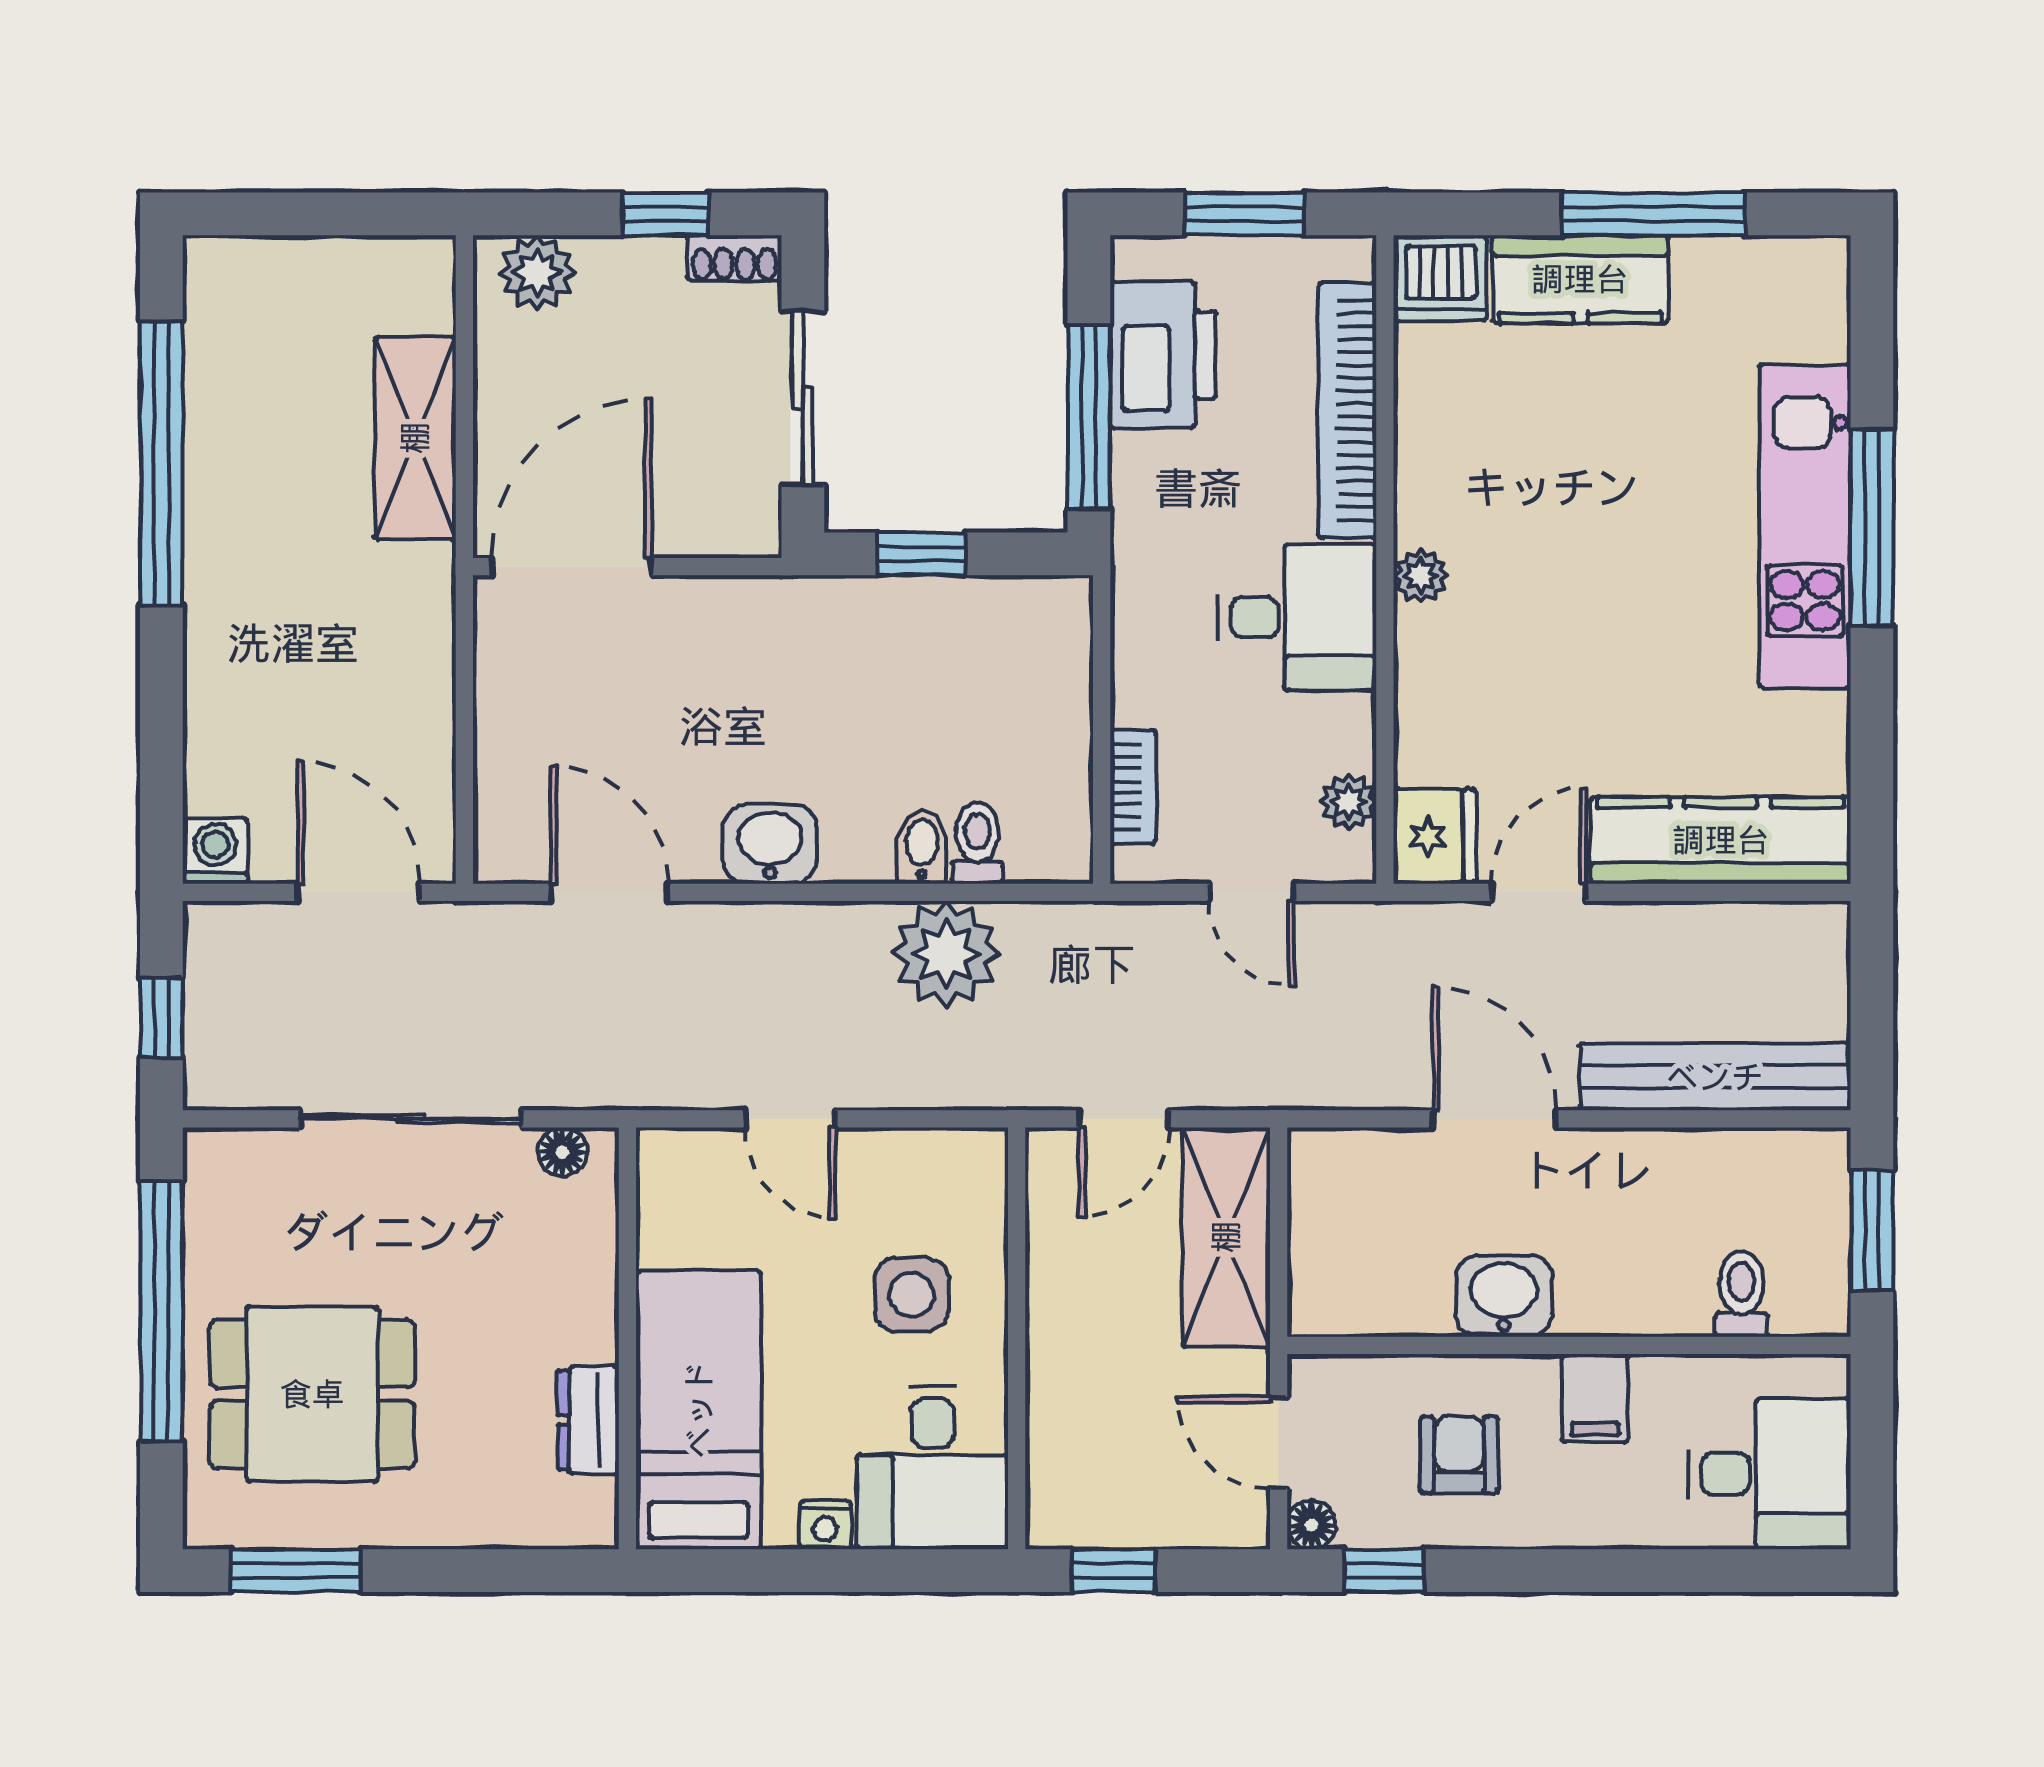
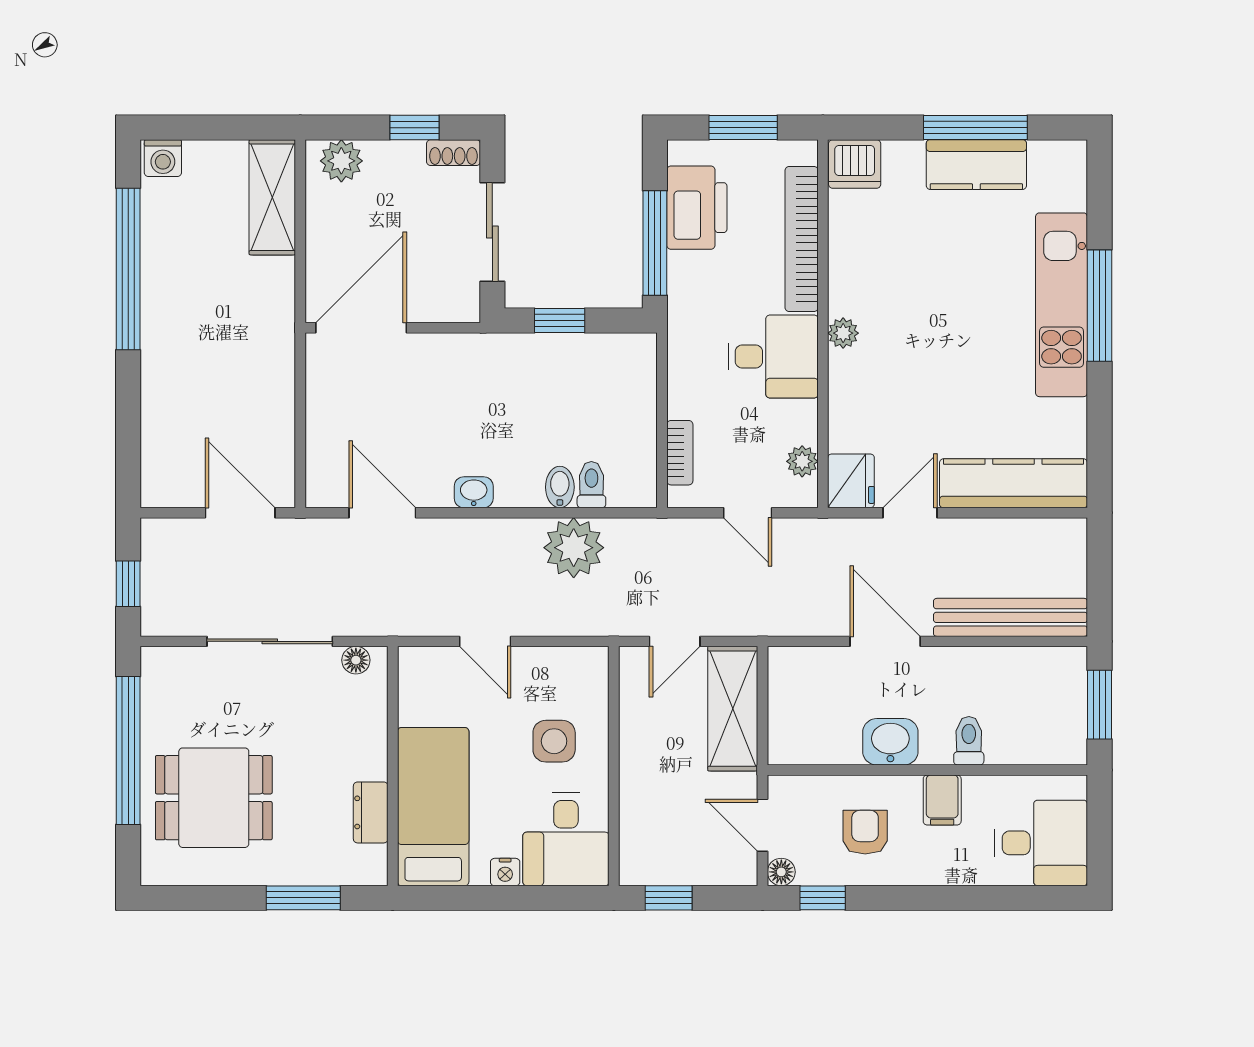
kitchen counter: (1580, 279) -> (976, 165), moved
shelving: (415, 438) -> (272, 197), moved
washbasin: (770, 844) -> (474, 492), width x0.72, depth x0.69
washing machine: (215, 851) -> (163, 158), moved, turned 180
toilet: (1741, 1294) -> (969, 741), moved
window: (296, 1571) -> (303, 898), moved

